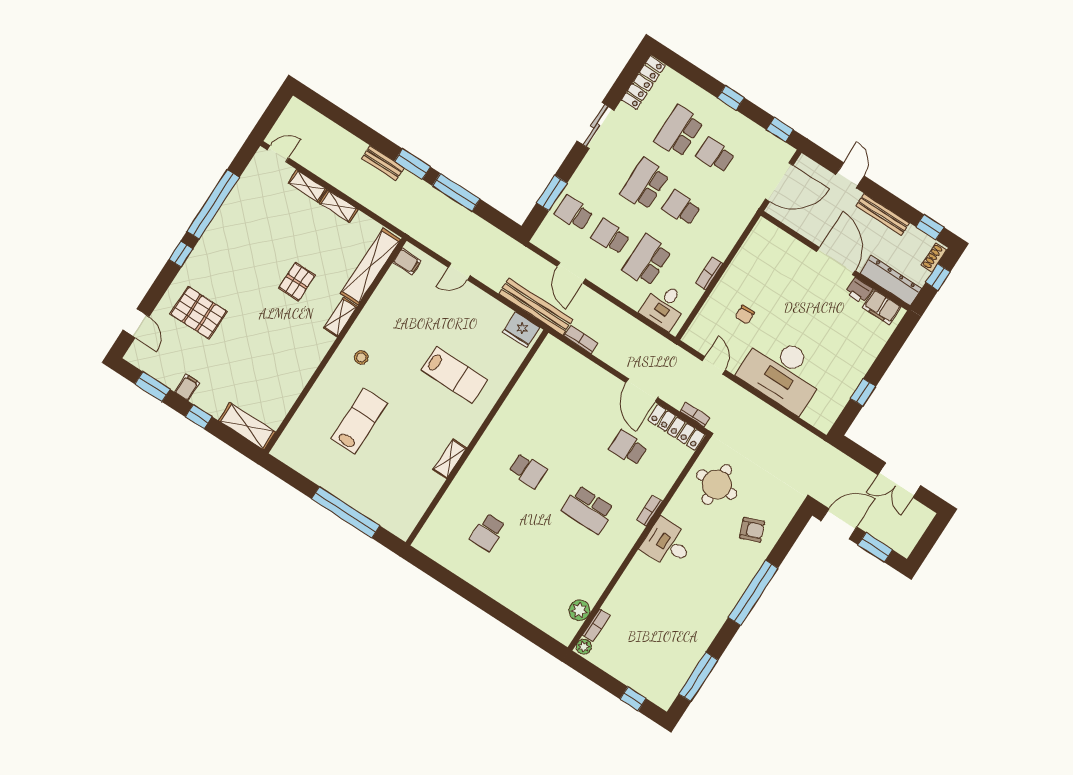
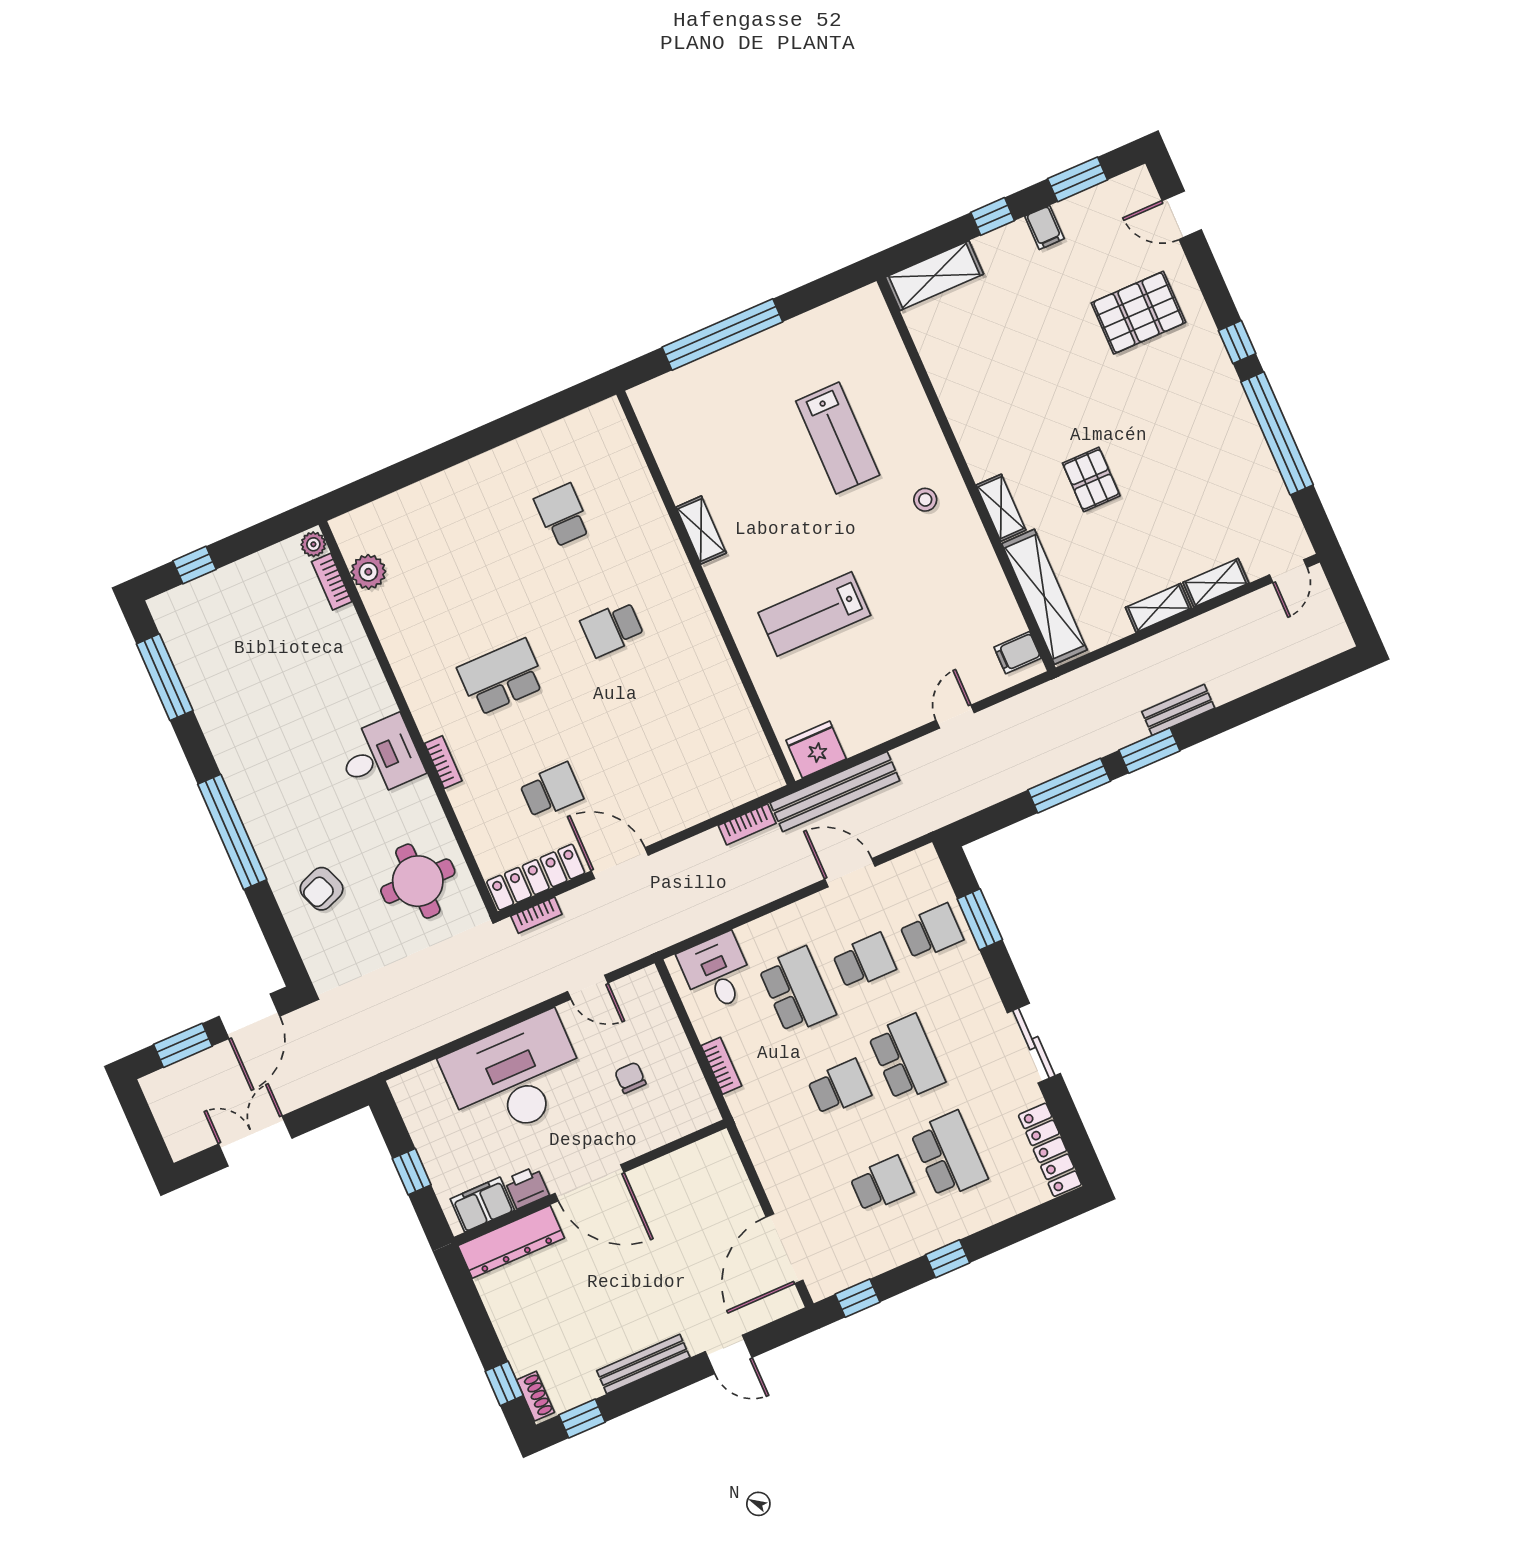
wall: (835, 261) -> (590, 1182), moved
door: (836, 261) -> (590, 1183), moved
dresser: (891, 281) -> (511, 1242), moved
printer: (859, 291) -> (527, 1187), moved
filing cabinet: (882, 307) -> (482, 1205), moved

